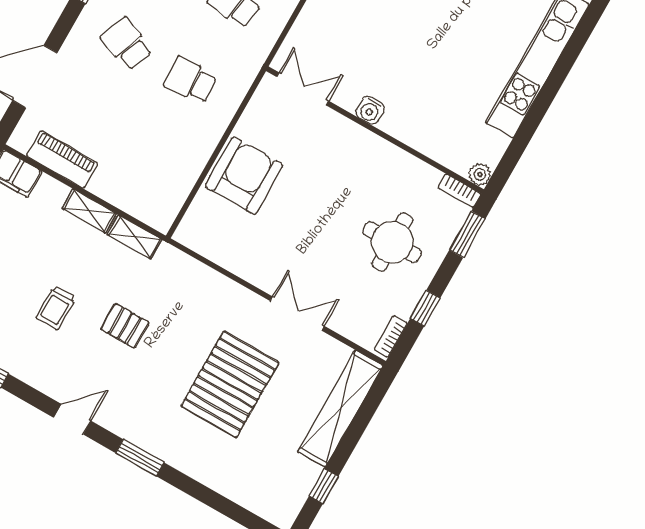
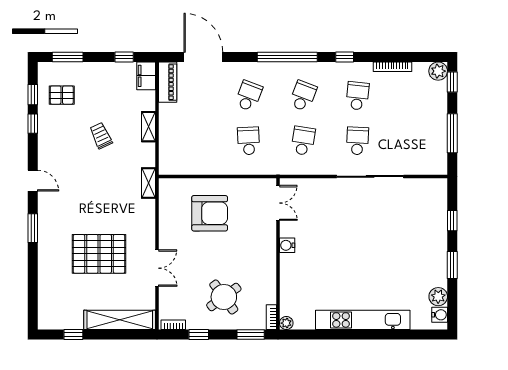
piano: (62, 159) -> (168, 82), moved
armchair: (244, 176) -> (210, 213), moved
shelving: (135, 237) -> (148, 183), moved
round table: (392, 242) -> (224, 297), turned -36
trolley: (56, 308) -> (101, 136), moved, turned 65
pallet: (125, 326) -> (98, 180), removed

